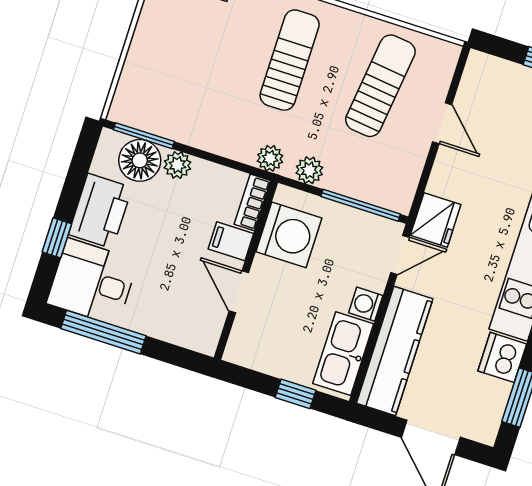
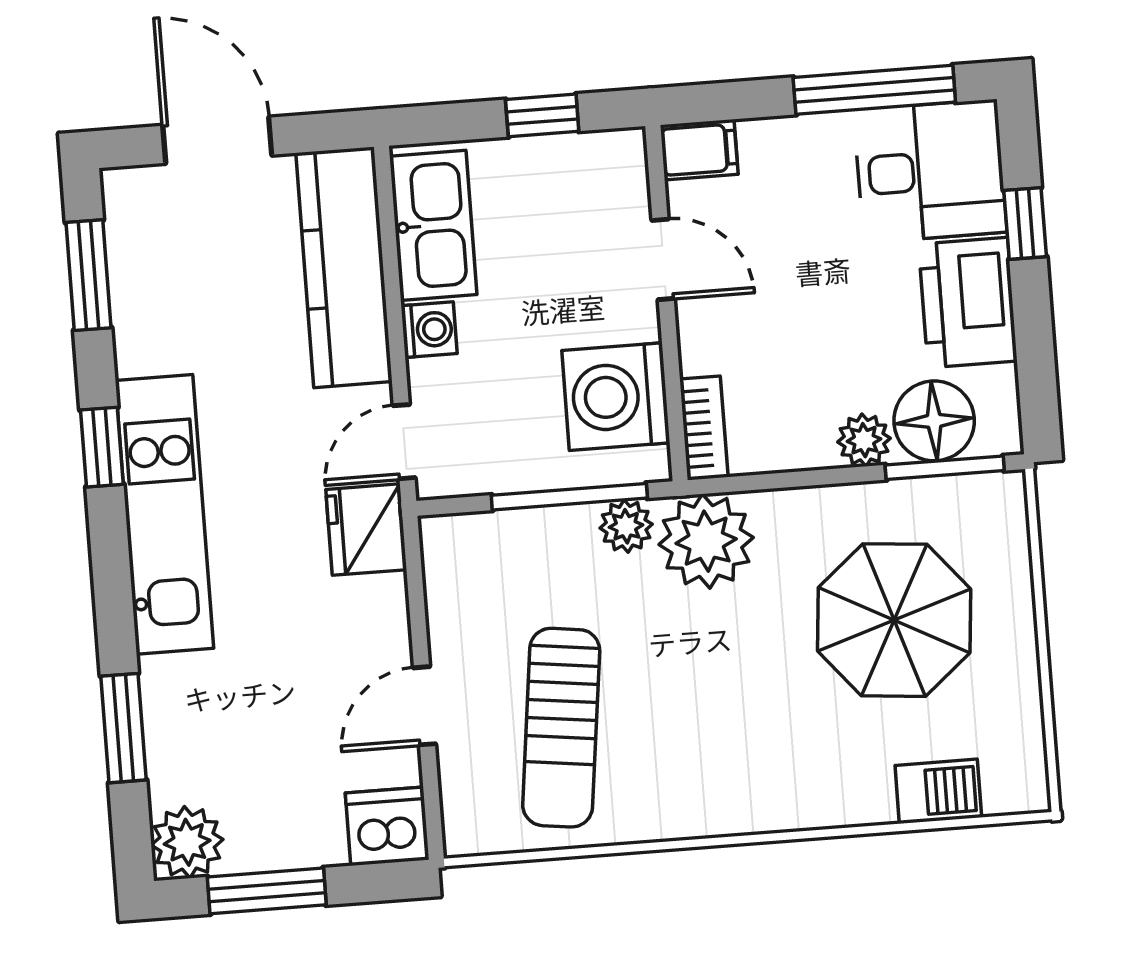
sun lounger: (290, 60) -> (741, 707), removed
parasol: (198, 72) -> (894, 620), added
door: (442, 123) -> (424, 706), hinge flipped
plant: (270, 158) -> (706, 541), width x1.88, depth x1.88
window: (361, 205) -> (569, 497), moved
filing cabinet: (231, 241) -> (699, 150), moved
dishwasher: (502, 357) -> (387, 826), moved, turned -90
window: (295, 394) -> (542, 115), moved

